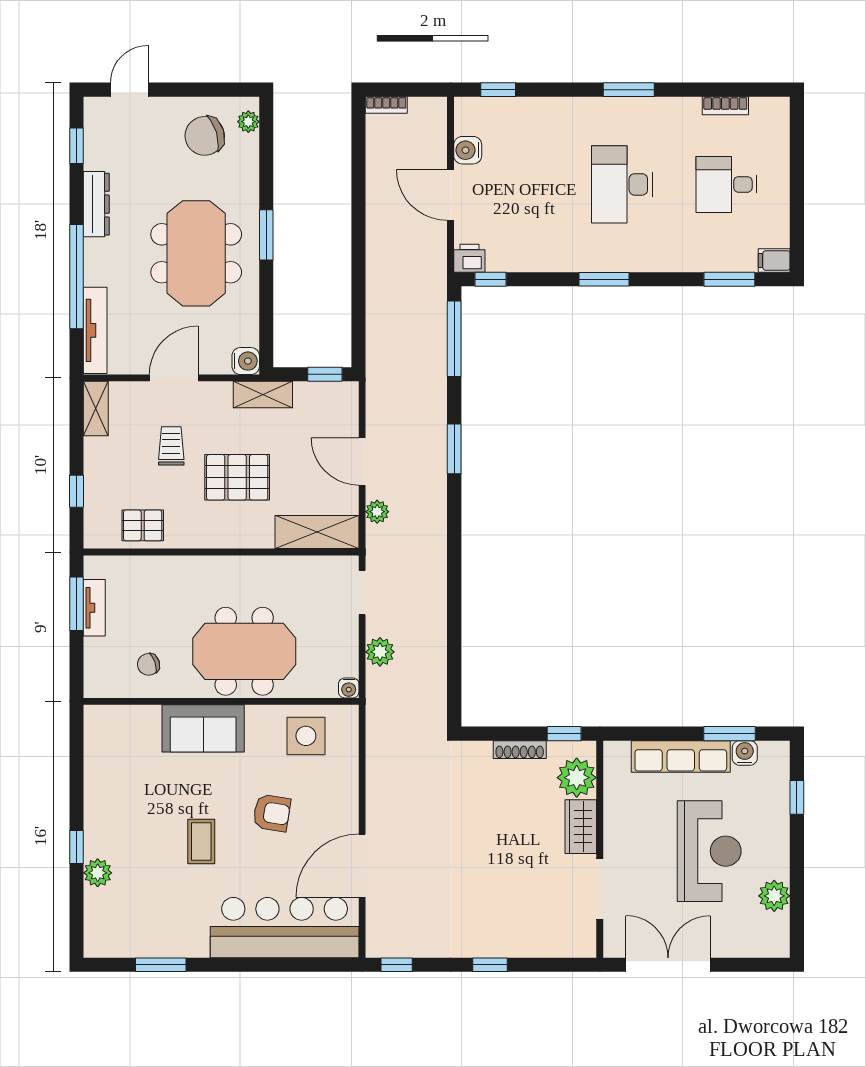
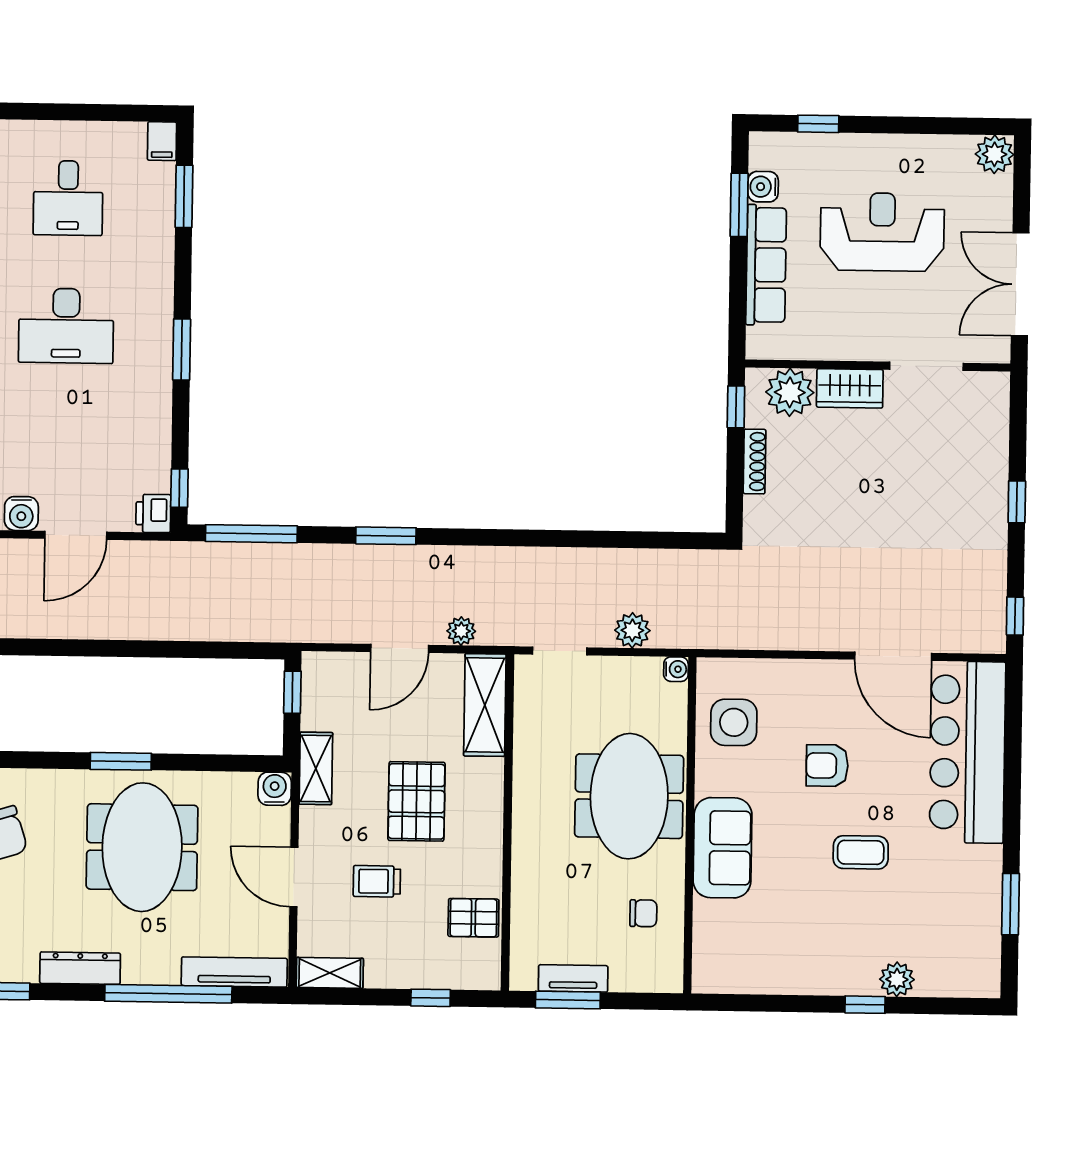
meeting table: (196, 253) -> (142, 847), turned 90
pallet: (143, 525) -> (473, 918), turned 90
chair: (149, 664) -> (643, 913), turned -71
armchair: (272, 813) -> (827, 766), turned -99
plant: (774, 896) -> (995, 154), moved

